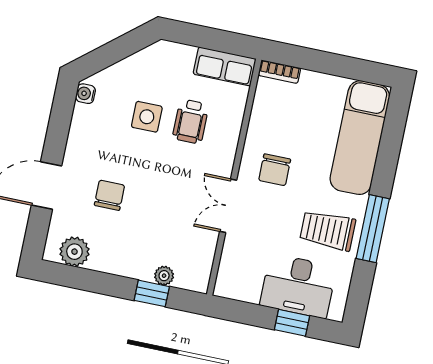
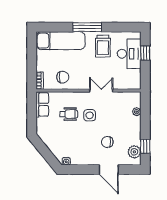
side table: (147, 117) -> (90, 115), moved
chair: (275, 170) -> (63, 77), moved
double door: (228, 206) -> (101, 91), swing flipped
window: (373, 229) -> (87, 27), moved
window: (152, 293) -> (145, 146), moved

